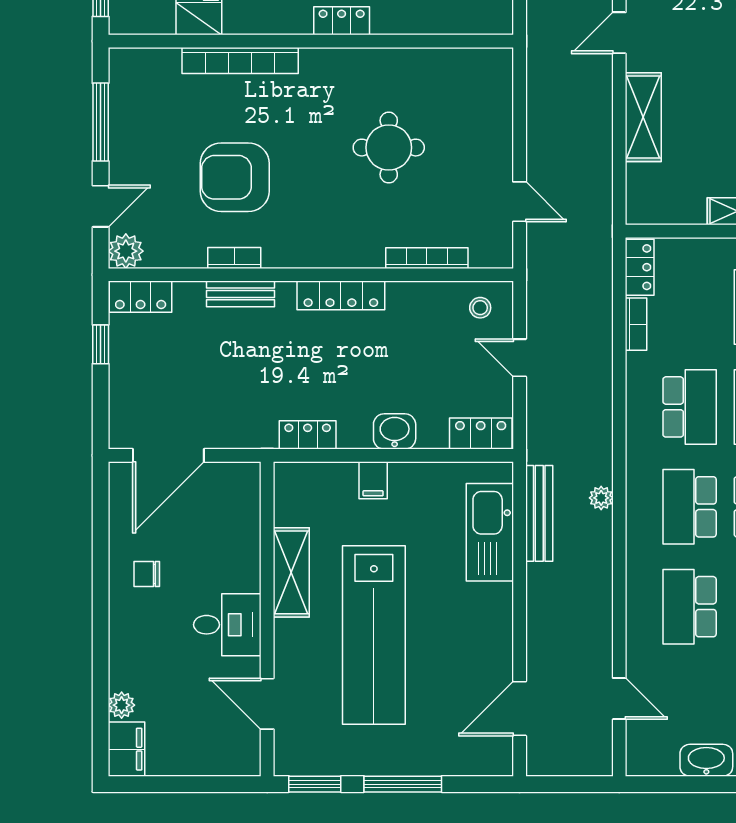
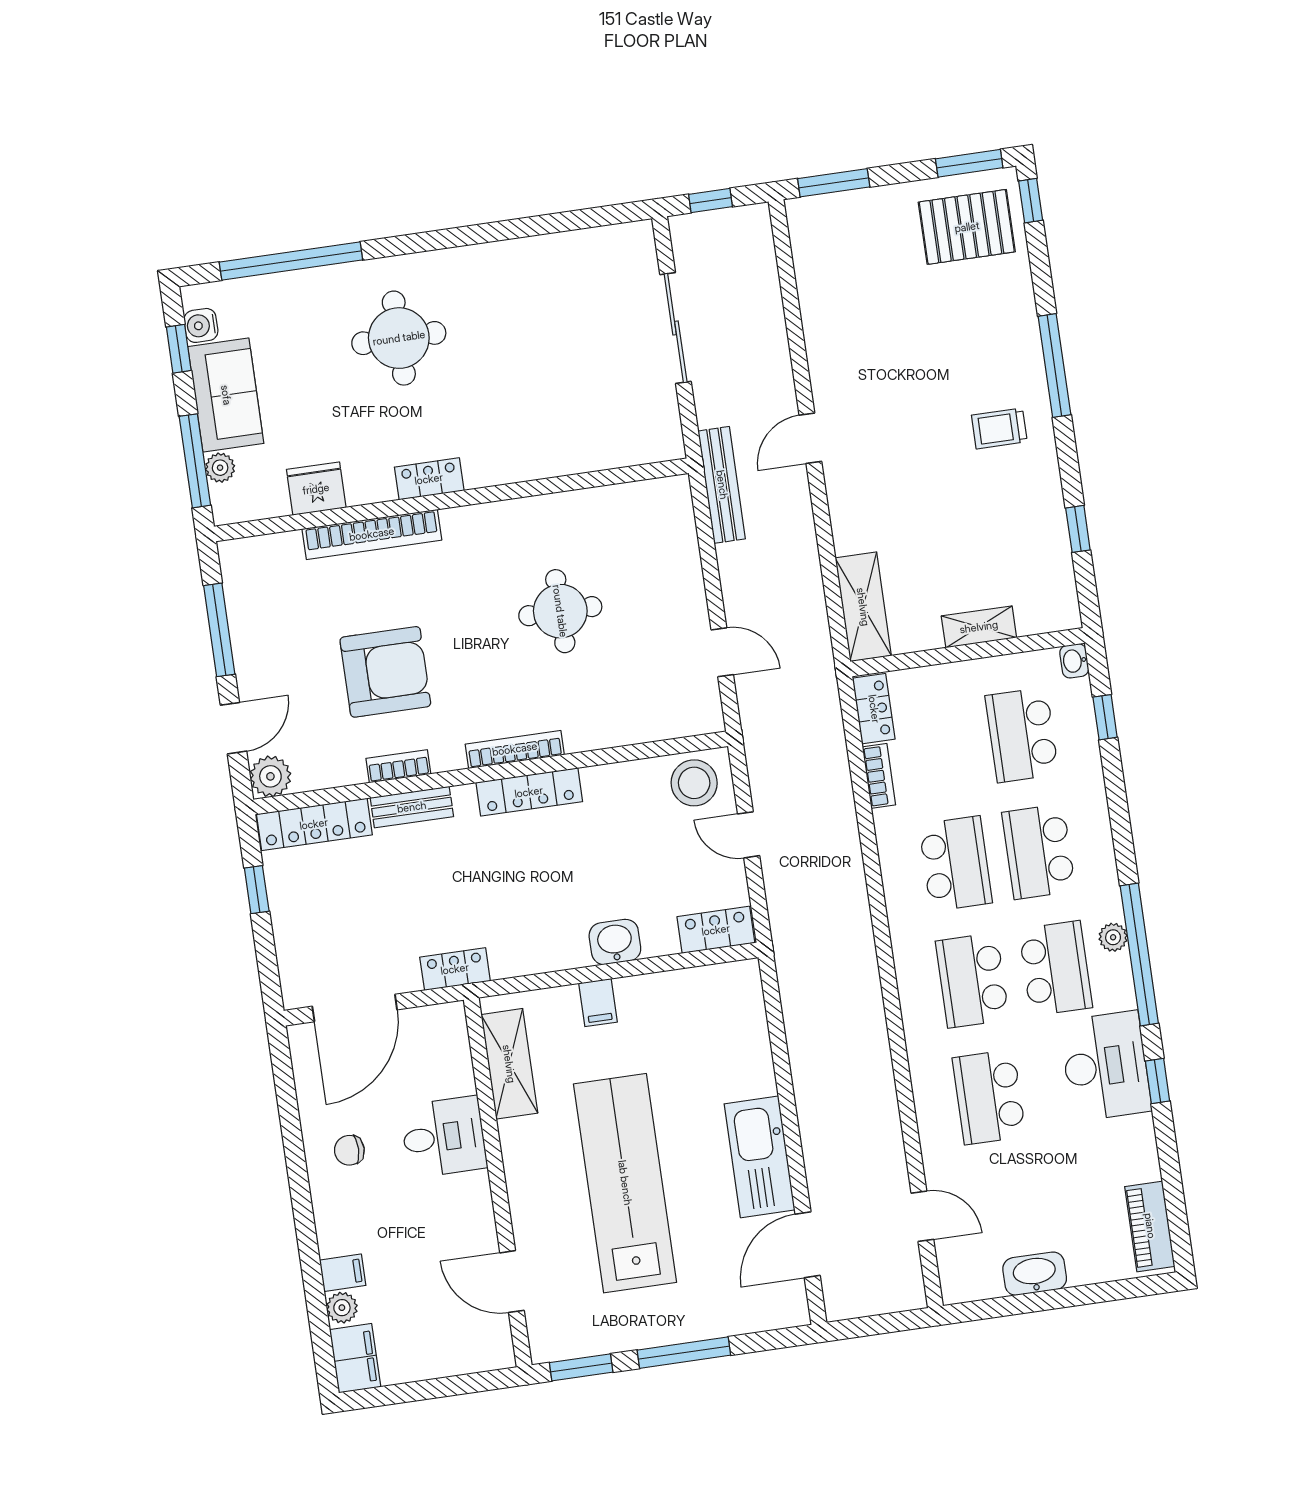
locker: (342, 21) -> (429, 479), moved
shelving: (643, 117) -> (863, 607), moved
armchair: (235, 177) -> (385, 672), turned 180
bookcase: (427, 258) -> (515, 749), moved
locker: (141, 297) -> (314, 824), width x1.53
stool: (480, 308) -> (694, 783), width x1.89, depth x1.89
locker: (308, 435) -> (455, 969), moved
plant: (601, 498) -> (868, 985), removed
bench: (539, 513) -> (722, 485), moved
kitchen sink: (490, 532) -> (760, 1157), moved
shelving: (291, 572) -> (509, 1064), moved
desk: (227, 625) -> (444, 1137), moved
lab bench: (374, 635) -> (625, 1183), turned 180
filing cabinet: (126, 676) -> (343, 1273), added

